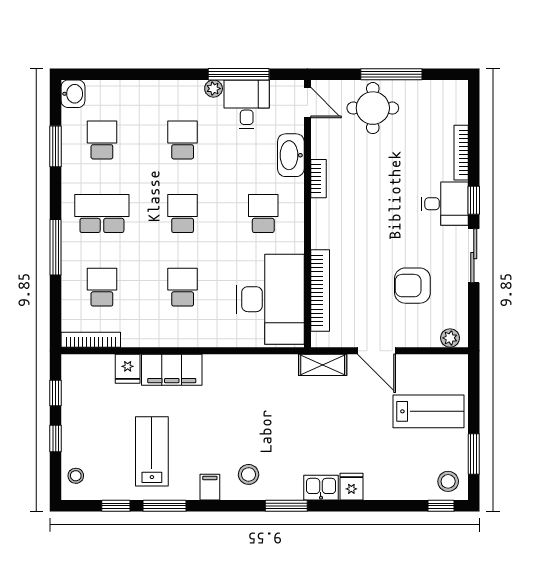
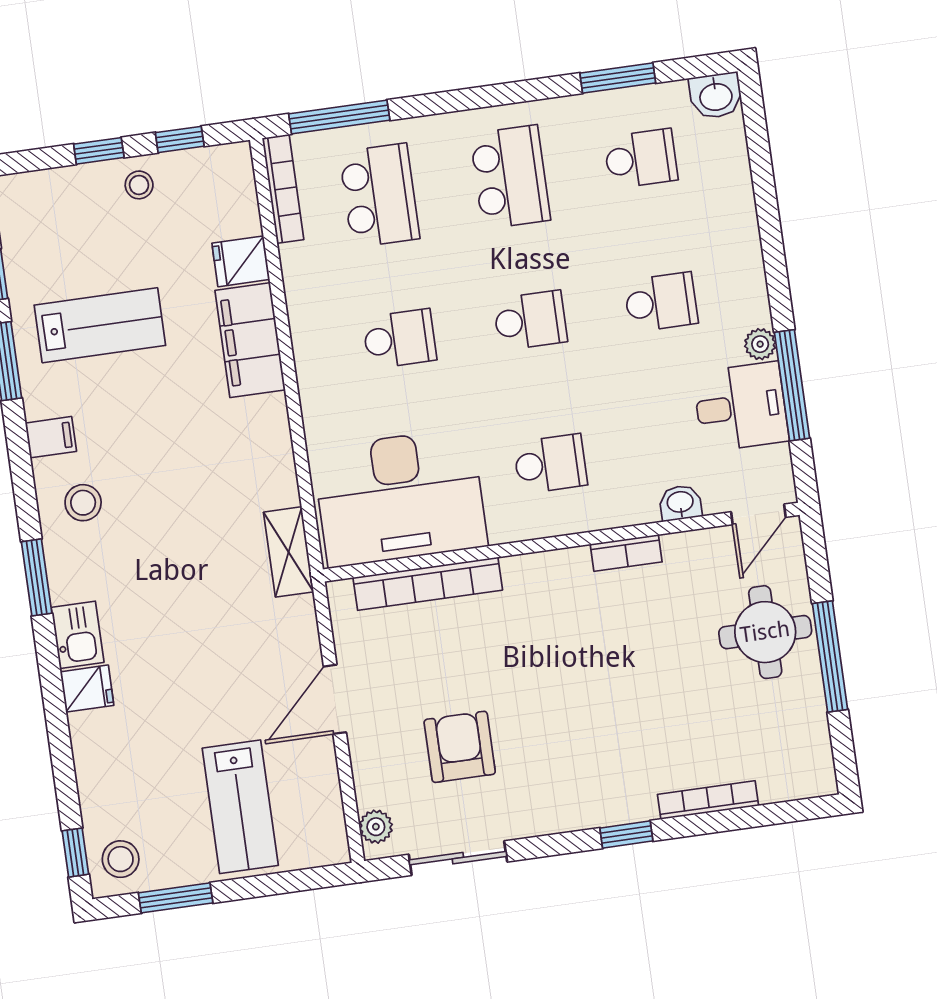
washbasin: (291, 155) -> (680, 503), width x0.52, depth x0.69
desk: (445, 204) -> (613, 784), removed
window: (56, 247) -> (339, 117), moved
sliding door: (474, 256) -> (458, 858), moved
school desk: (102, 287) -> (379, 195), width x1.85
shelving: (323, 365) -> (289, 552), moved
stool: (76, 476) -> (139, 185), moved

